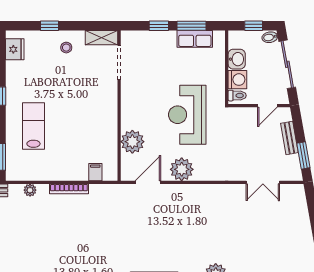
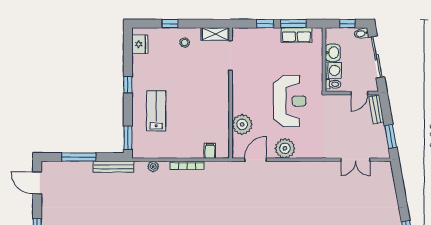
reception desk: (187, 115) -> (290, 101), turned 180
bench: (289, 138) -> (376, 109), moved

